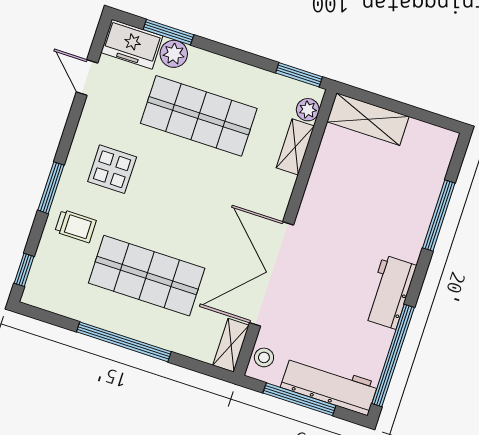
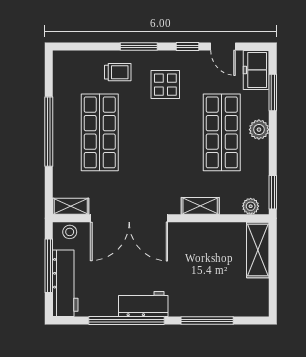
plant: (174, 54) -> (259, 130), moved
door: (87, 78) -> (223, 46), swing flipped
shelving: (295, 147) -> (200, 206), moved
trolley: (76, 226) -> (118, 72), turned -90
window: (24, 270) -> (187, 46), moved
double door: (272, 274) -> (129, 218), swing flipped
window: (393, 355) -> (126, 321), moved

